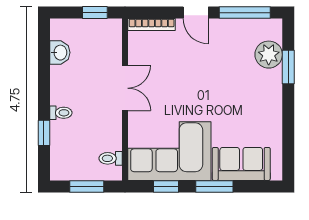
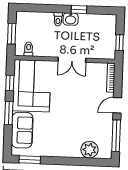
washbasin: (60, 53) -> (71, 19), moved
window: (288, 67) -> (30, 160), moved
window: (44, 133) -> (79, 9), moved

